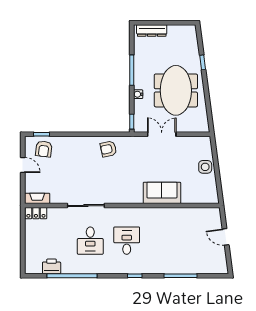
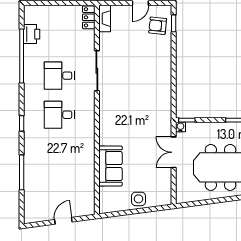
water cooler: (138, 94) -> (180, 127), moved
double door: (162, 134) -> (174, 152), swing flipped
armchair: (108, 149) -> (158, 95), removed
sofa: (162, 193) -> (111, 166), moved
desk: (127, 241) -> (59, 115), turned 180

